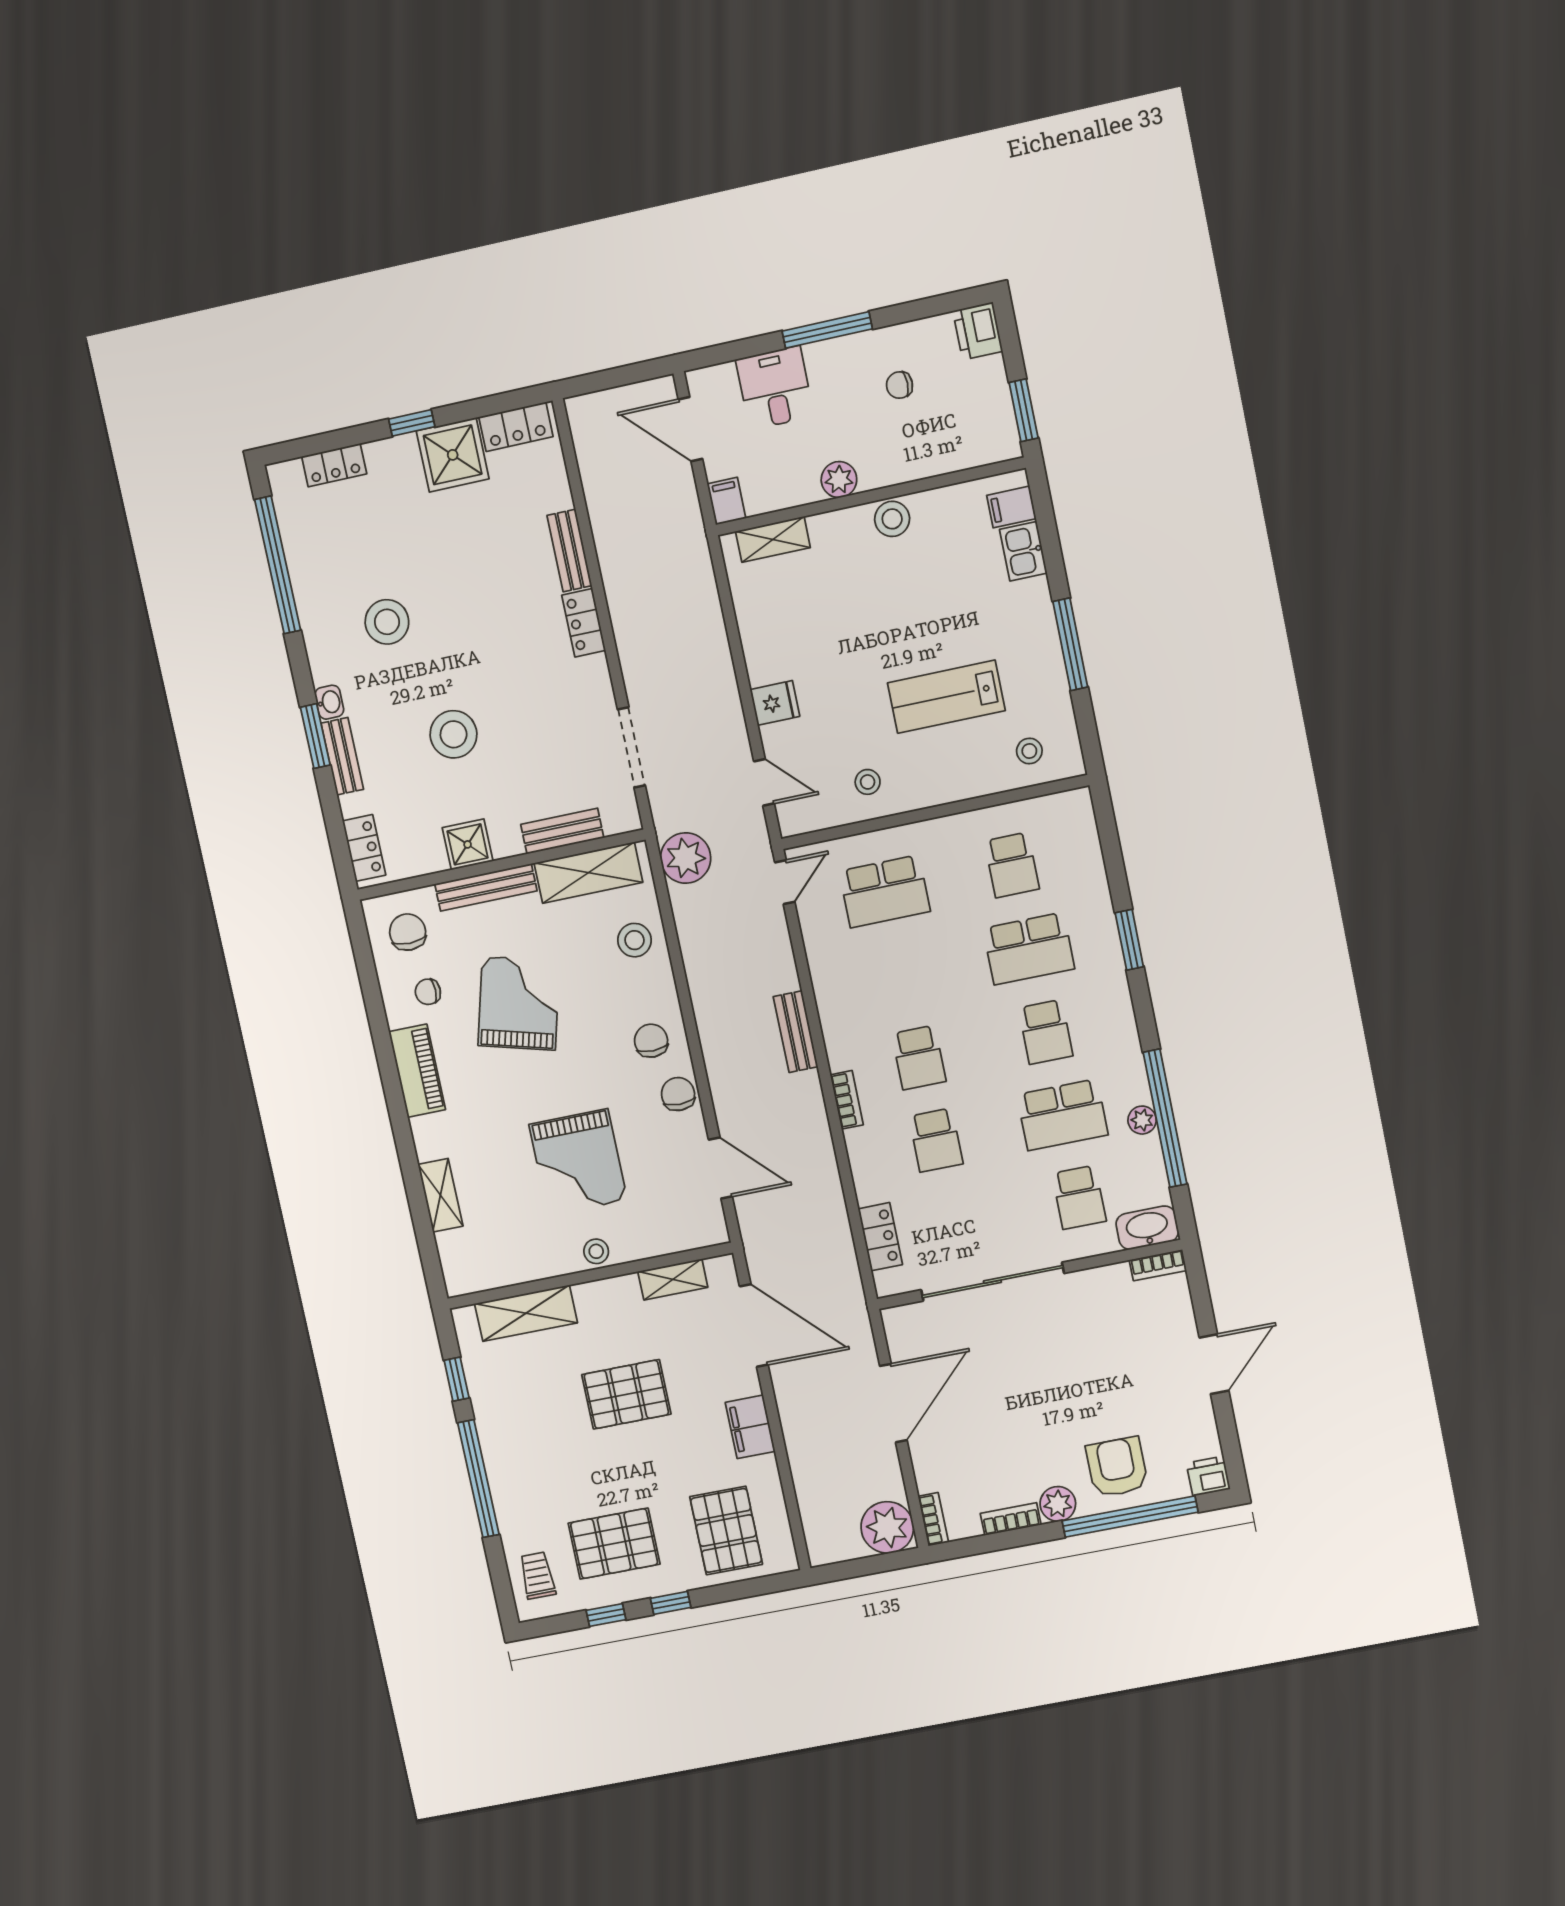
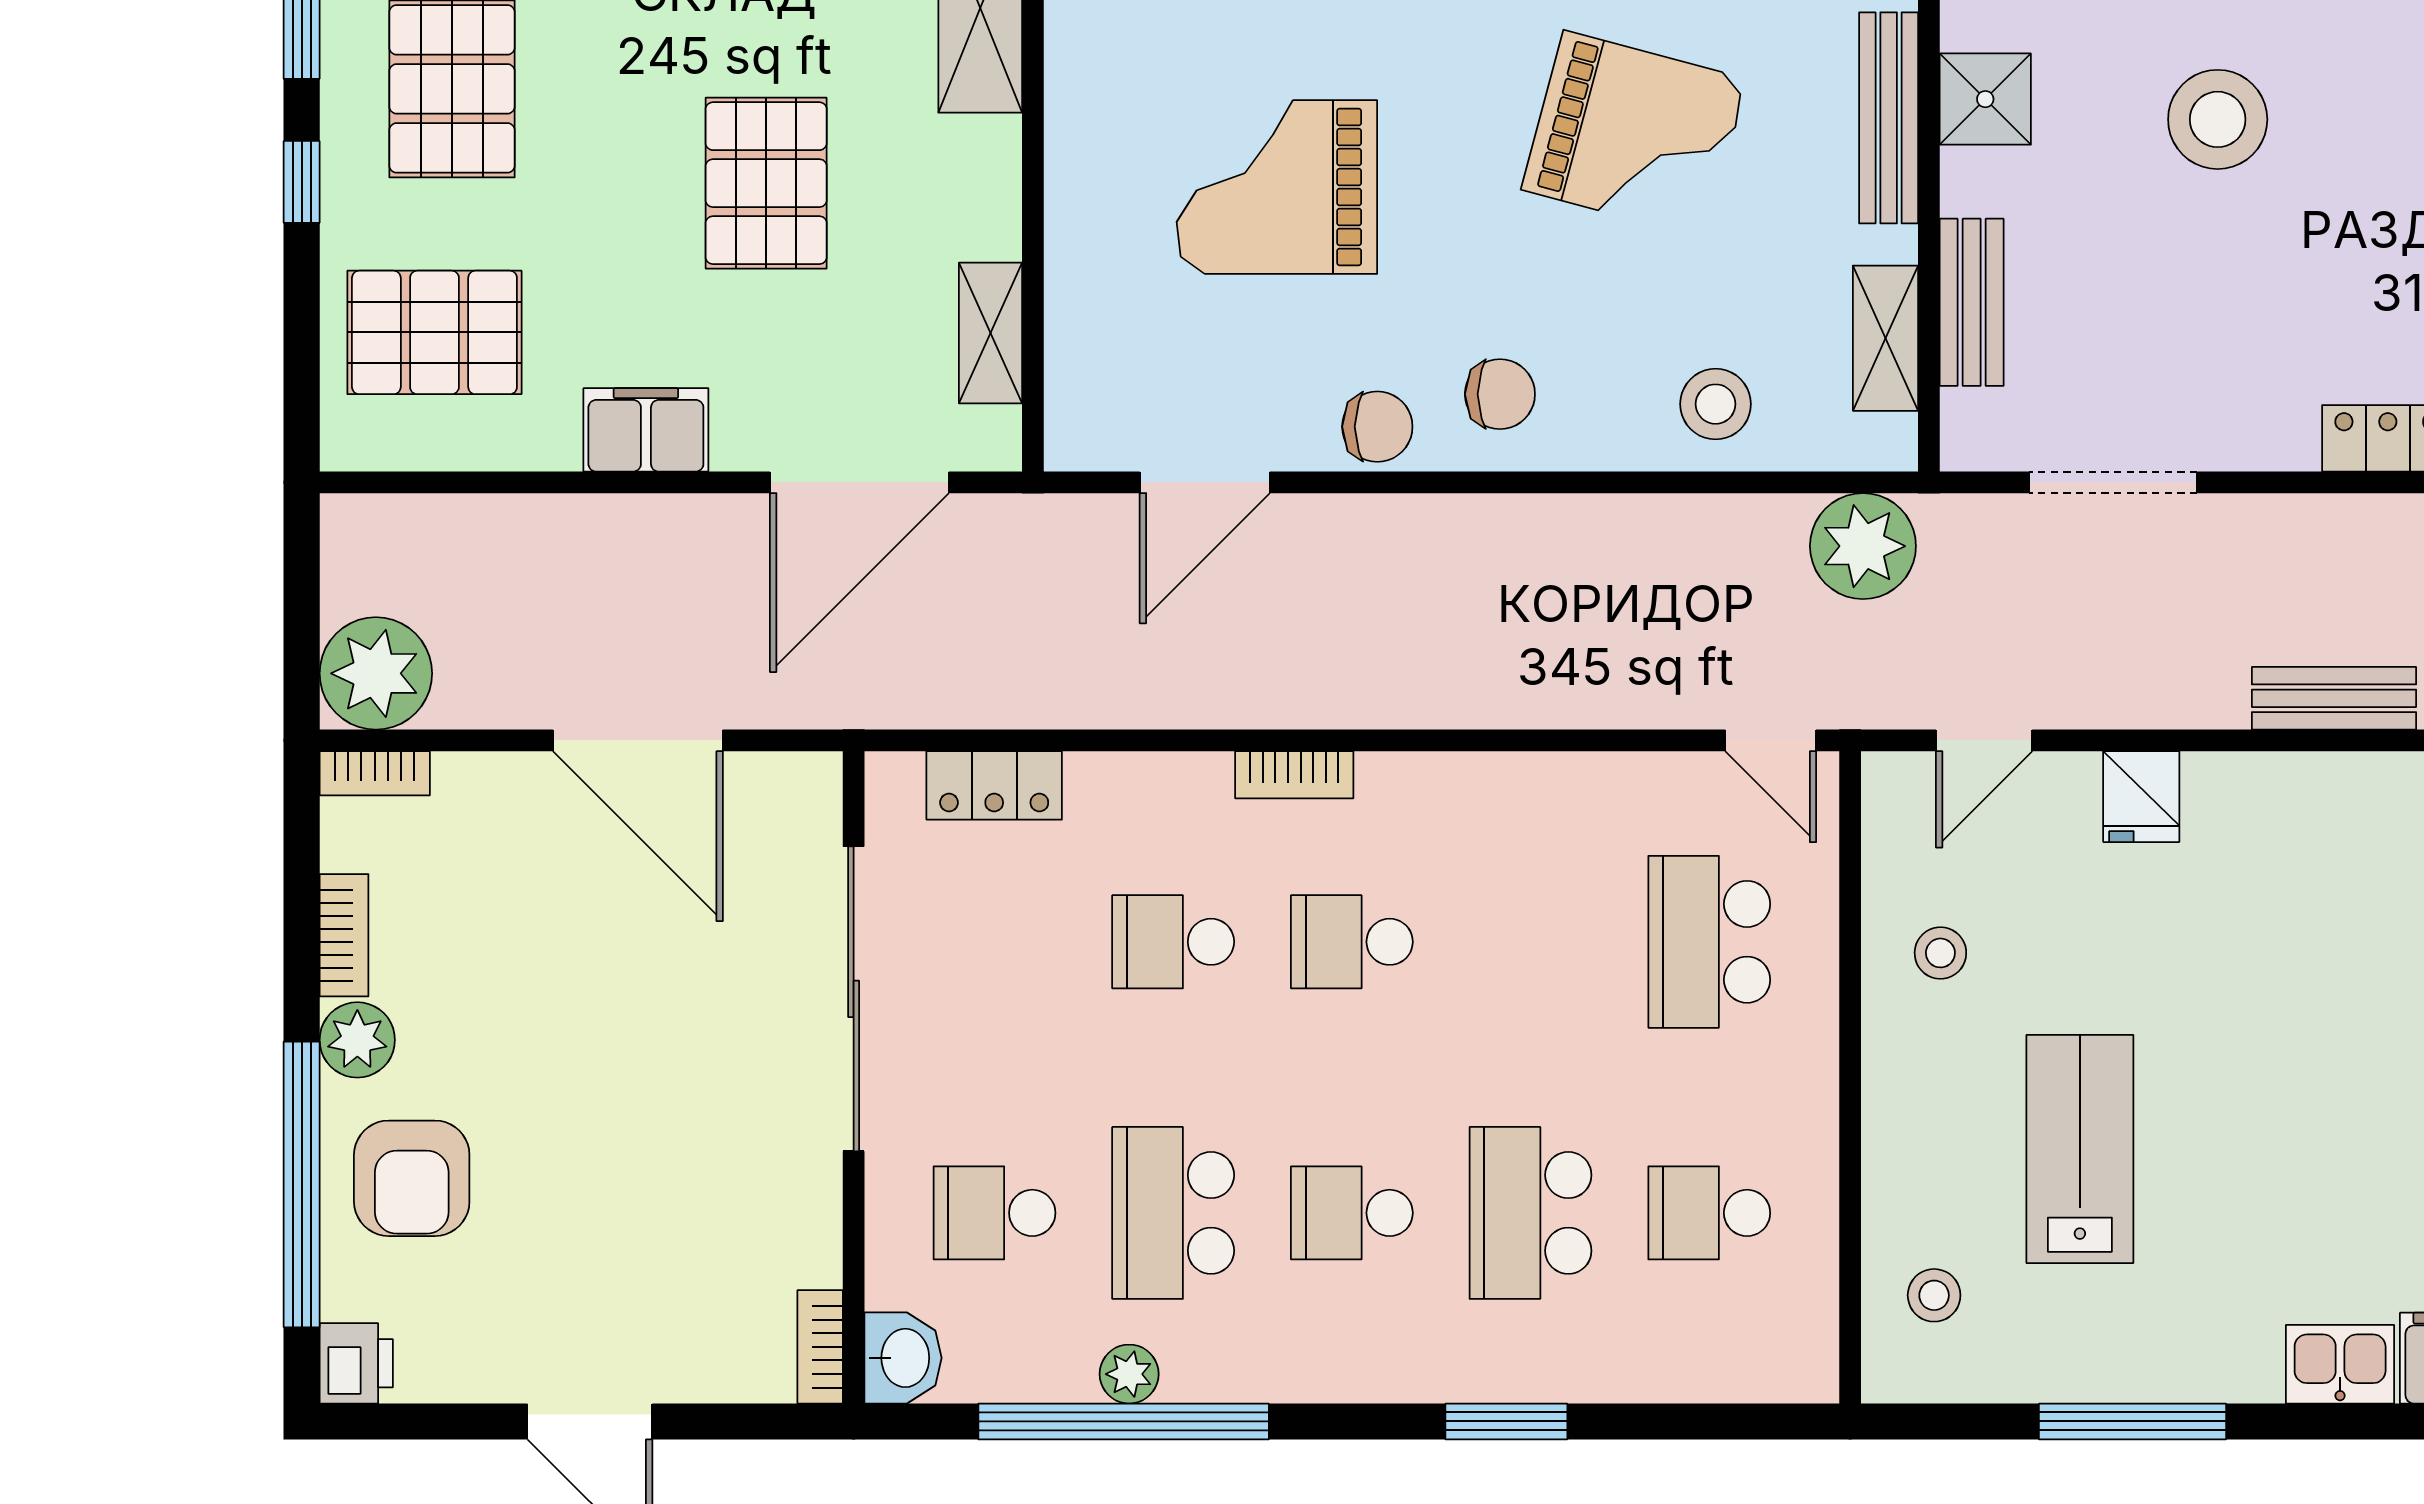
shelving: (588, 873) -> (1885, 338), width x0.67, depth x0.75
bench: (796, 1032) -> (2334, 698), moved
washbasin: (1147, 1228) -> (903, 1358), width x0.72
stool: (596, 1251) -> (1082, 185), removed
armchair: (1117, 1467) -> (412, 1178), turned 90

